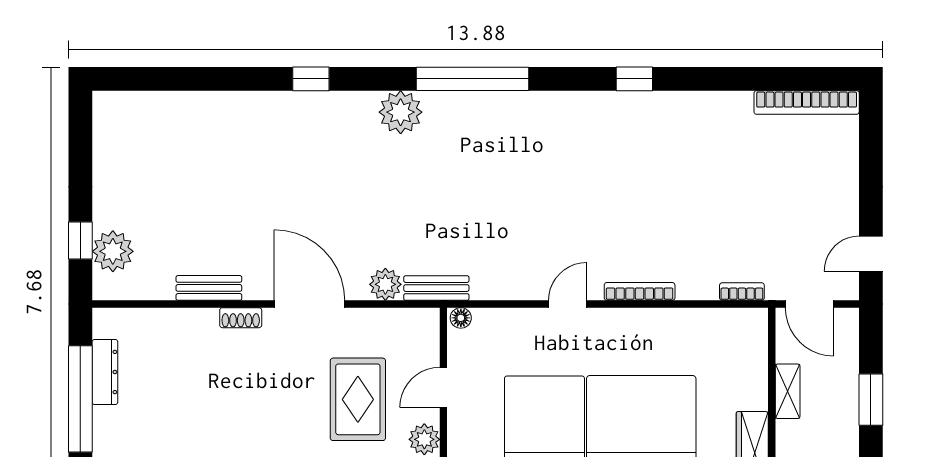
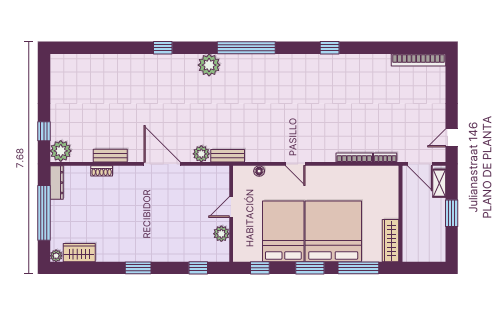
plant: (113, 251) -> (61, 151), moved
bookcase: (640, 291) -> (354, 157), moved
door: (568, 304) -> (295, 164), swing flipped
shoe rack: (241, 318) -> (102, 171), moved
floor lamp: (461, 318) -> (259, 171), moved
dresser: (105, 372) -> (57, 183), moved
shelving: (788, 391) -> (439, 183), moved
rug: (358, 399) -> (187, 213), removed

